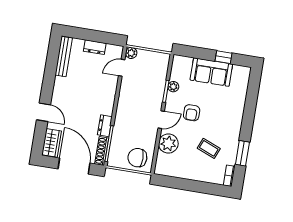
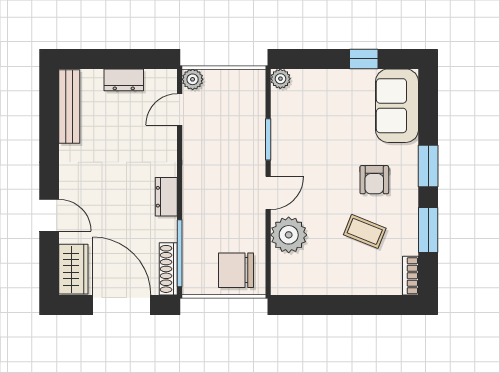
sofa: (211, 72) -> (397, 106), moved, turned 90
plant: (173, 87) -> (280, 79), moved
armchair: (192, 113) -> (374, 180), moved
window: (248, 119) -> (428, 166), added
dresser: (105, 126) -> (166, 197), moved

